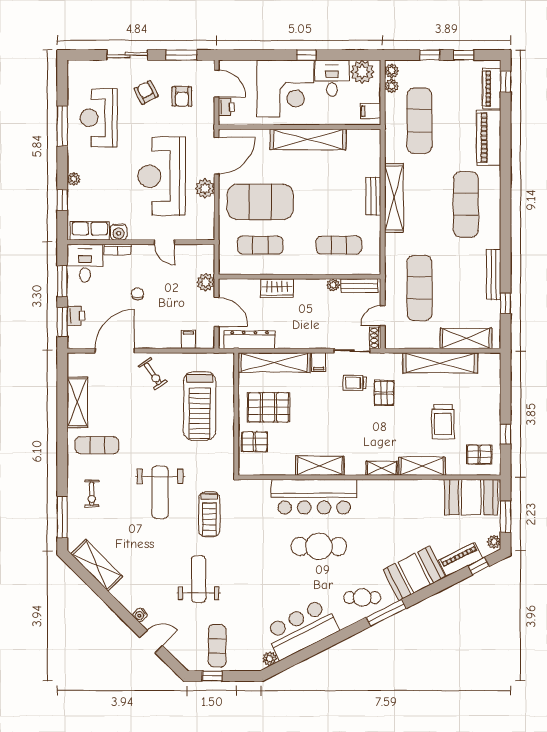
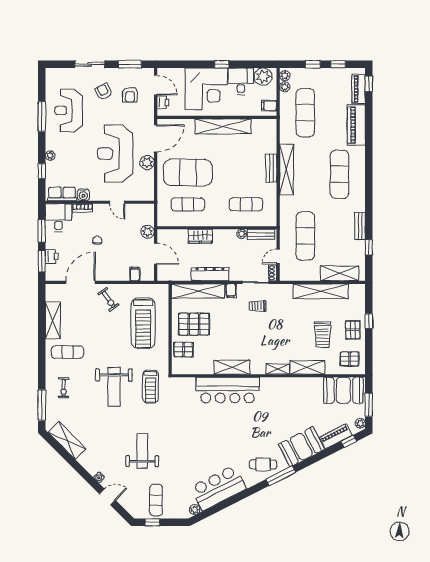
bench: (494, 275) -> (360, 226), width x0.73
dresser: (250, 340) -> (210, 274), moved
pallet: (384, 393) -> (353, 330), moved
window: (506, 434) -> (369, 321), moved
treadmill: (209, 514) -> (151, 387), moved
cafe table: (319, 546) -> (231, 427), removed

